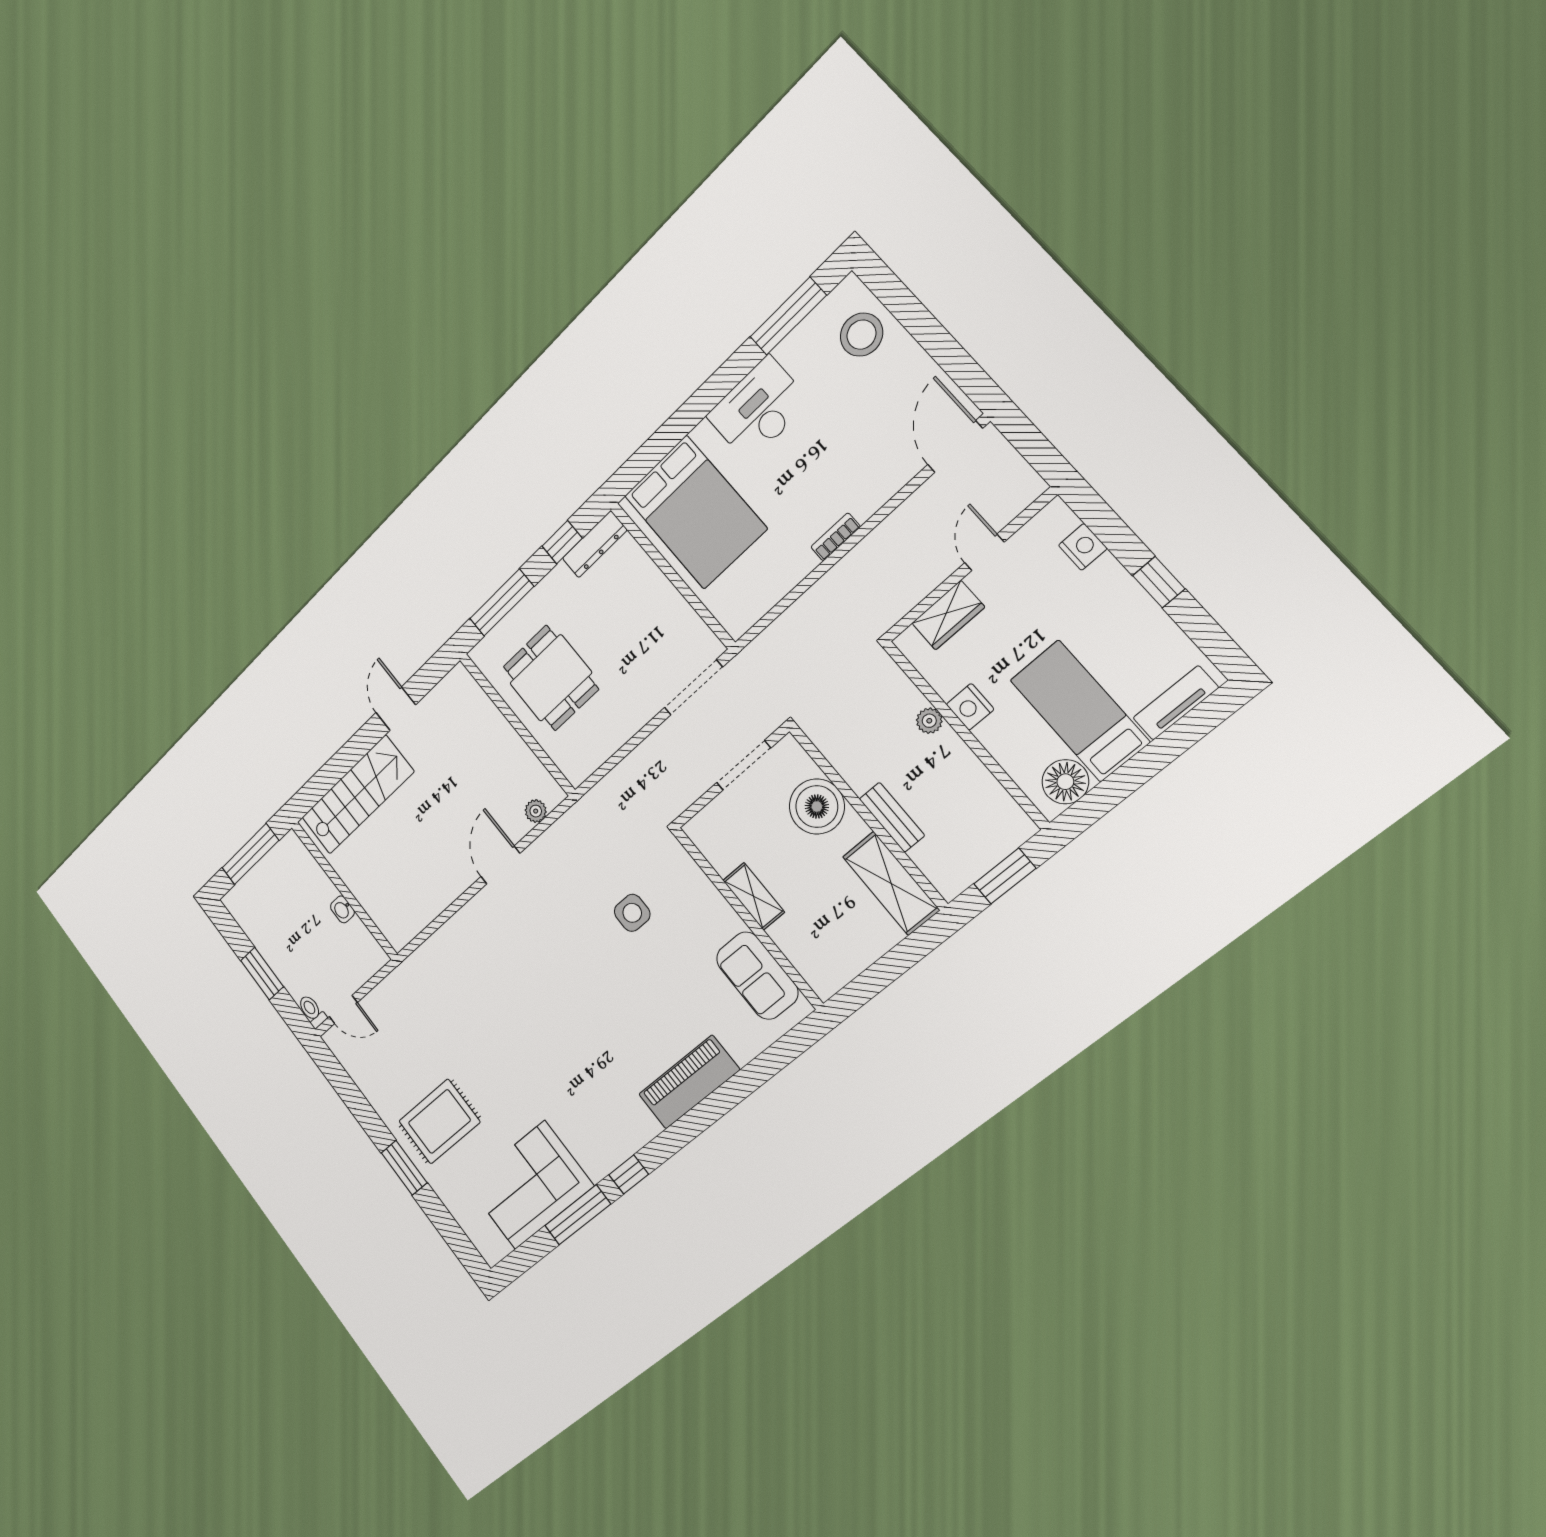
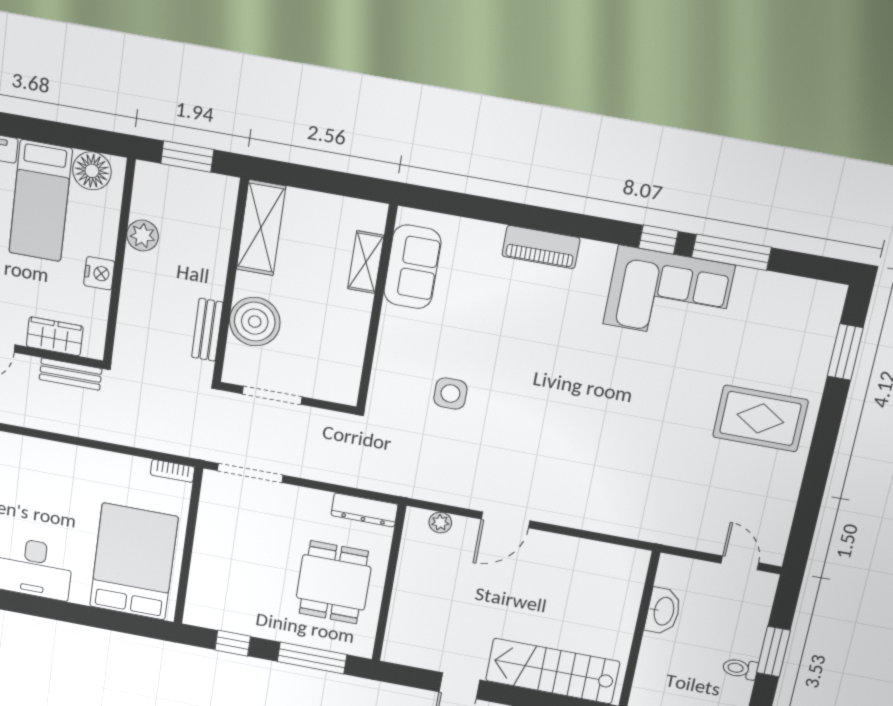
bookcase: (836, 537) -> (172, 471), moved
dresser: (595, 544) -> (364, 510), moved, turned 180
bench: (903, 600) -> (71, 374), added
plant: (929, 721) -> (143, 236), moved, width x1.38, depth x1.38
bench: (892, 817) -> (207, 330), moved
shelving: (754, 896) -> (366, 262), moved
washbasin: (342, 909) -> (663, 611), width x1.91, depth x1.45
toilet: (312, 1011) -> (740, 669), moved, turned 90
piano: (689, 1082) -> (541, 247), width x0.73, depth x0.75
window: (404, 1168) -> (845, 352), moved
corner sofa: (530, 1185) -> (669, 295), moved

